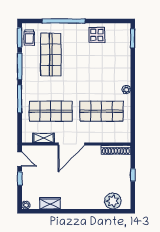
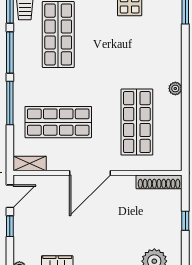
shop shelf: (102, 111) -> (137, 122), turned 90
shelving: (44, 138) -> (30, 163), moved
door: (20, 159) -> (10, 196), hinge flipped

